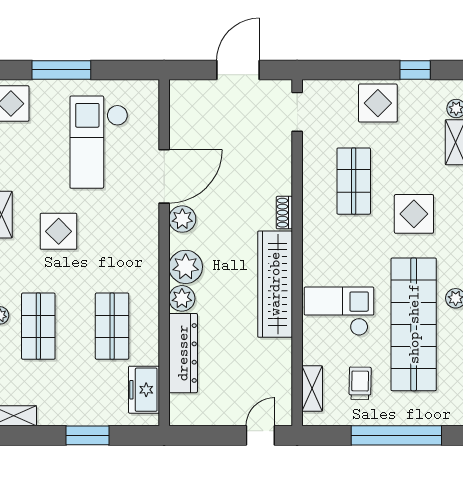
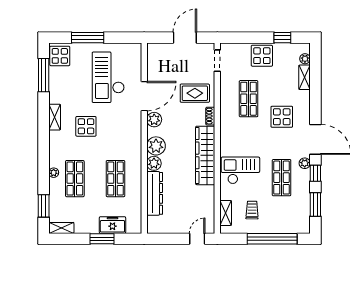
rug: (256, 171) -> (195, 93), added
shop shelf: (414, 324) -> (282, 178), width x0.50, depth x0.74
freezer: (144, 390) -> (112, 225), moved, turned 90

